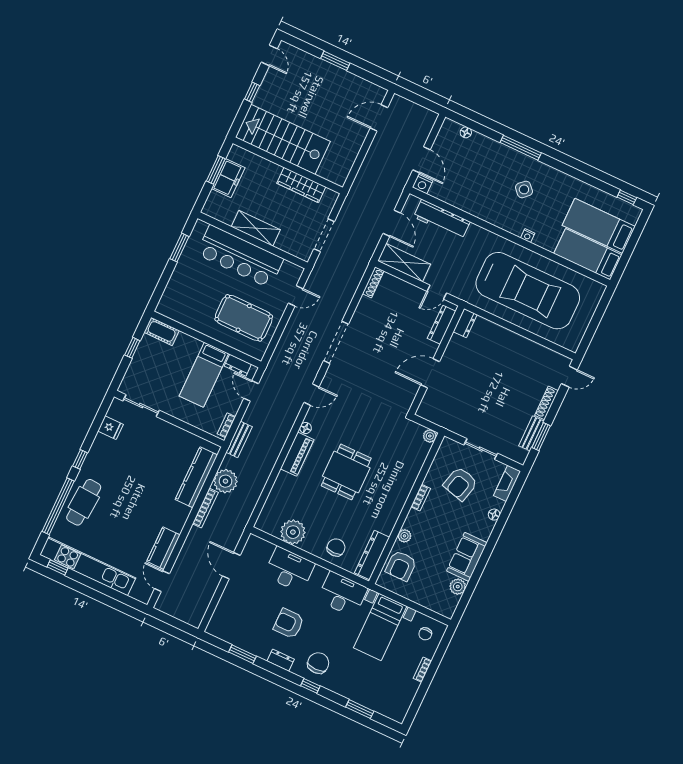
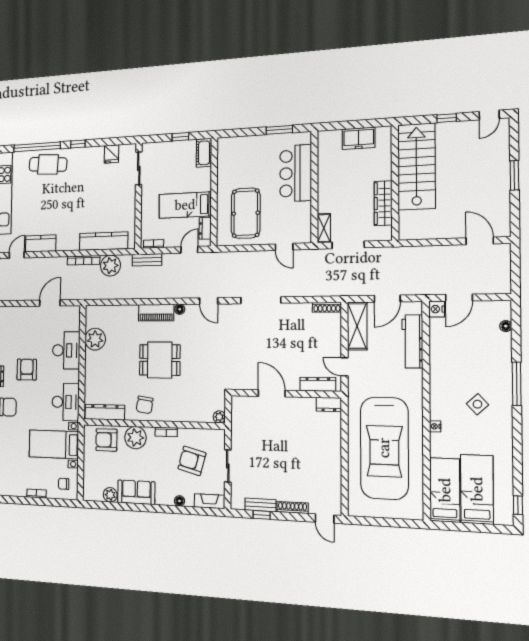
window: (216, 170) -> (361, 124), removed
shelving: (256, 228) -> (324, 228), moved, width x0.67, depth x0.75
bar counter: (240, 256) -> (296, 173), width x0.73
window: (541, 437) -> (262, 515), width x0.67
plant: (404, 536) -> (135, 438), width x1.88, depth x1.88
chair: (336, 547) -> (145, 405), moved, turned 98

